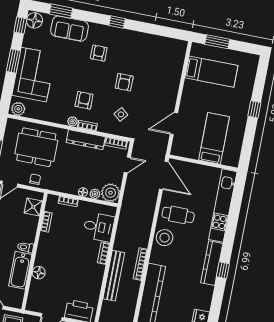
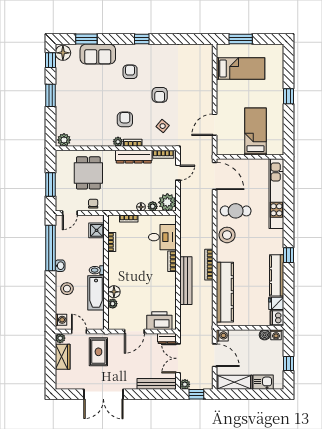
corner sofa: (34, 75) -> (72, 104), removed
dining table: (36, 147) -> (88, 173), width x0.73
kitchen counter: (212, 263) -> (277, 275), moved
plant: (35, 284) -> (113, 304), added

